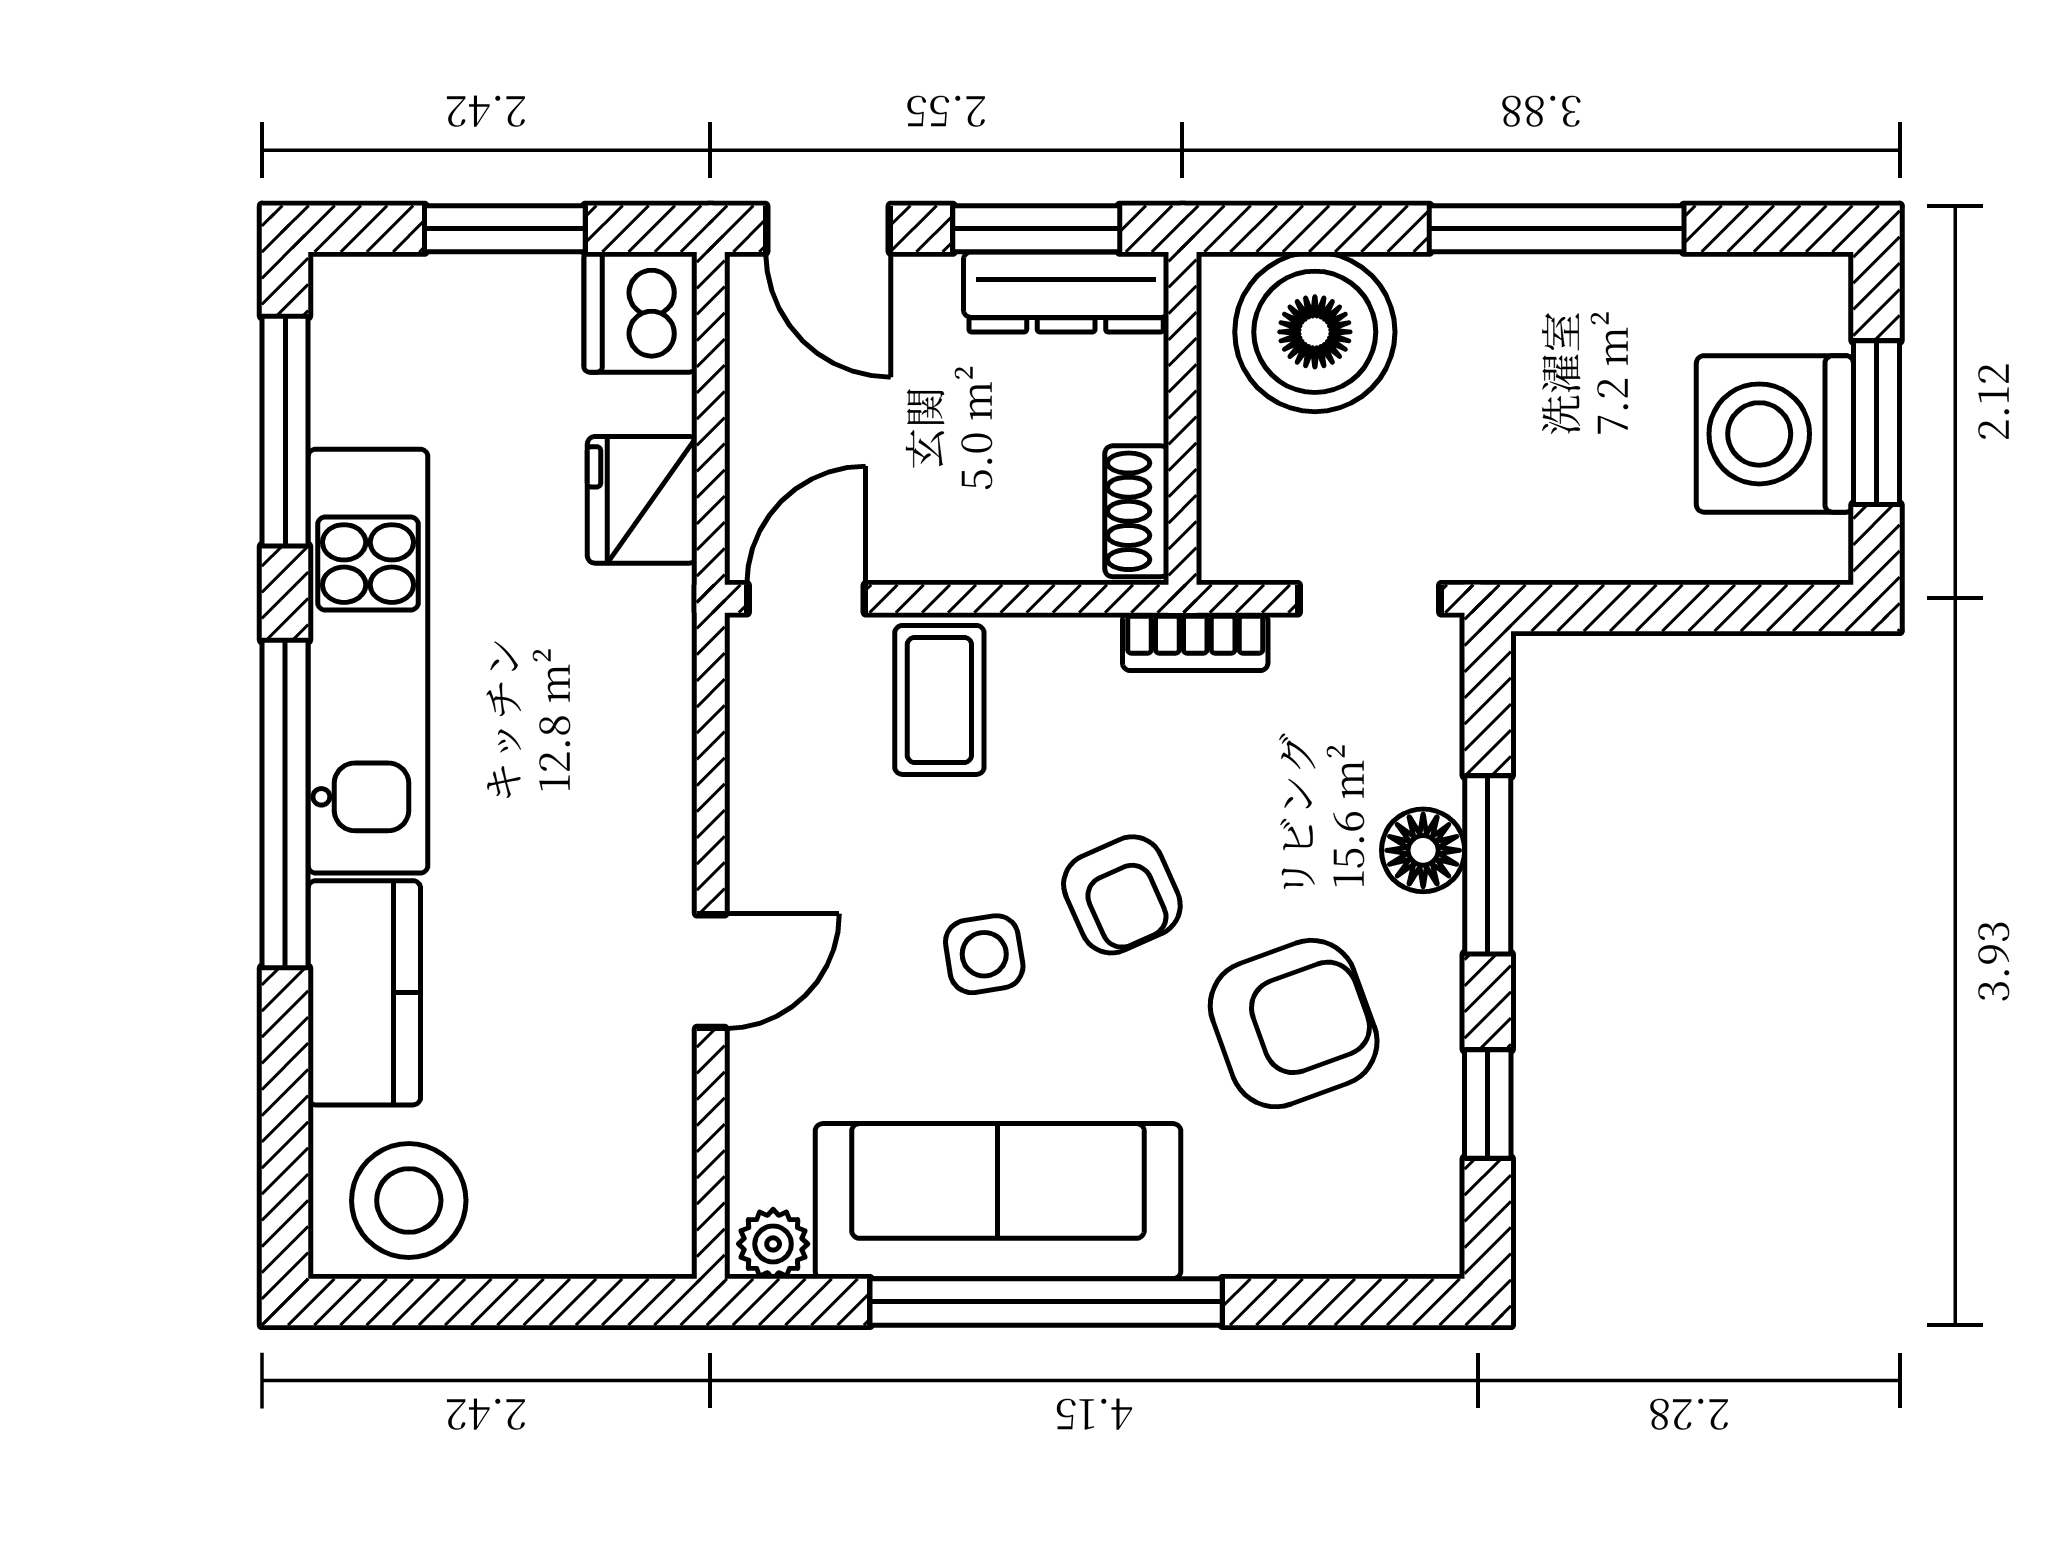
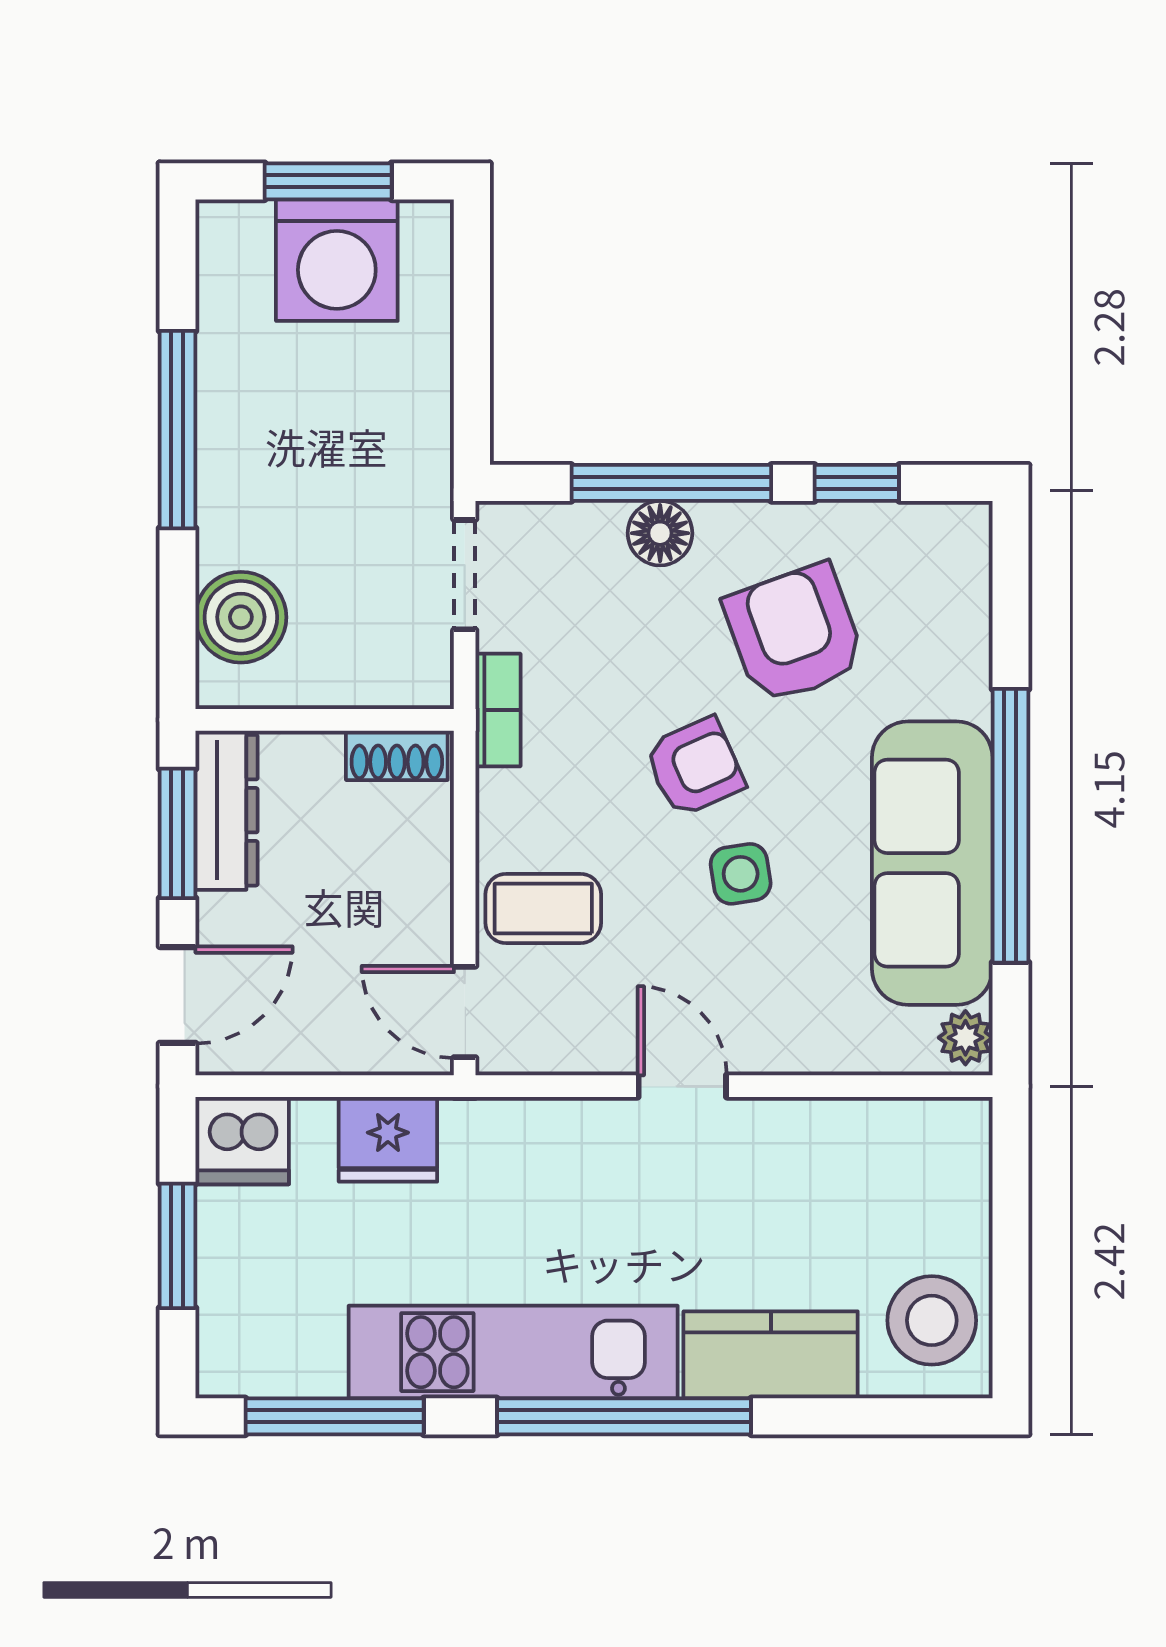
boiler: (1315, 332) -> (241, 617), width x0.73, depth x0.73
window: (1488, 865) -> (671, 483), width x1.44
door: (711, 971) -> (682, 1086), moved

